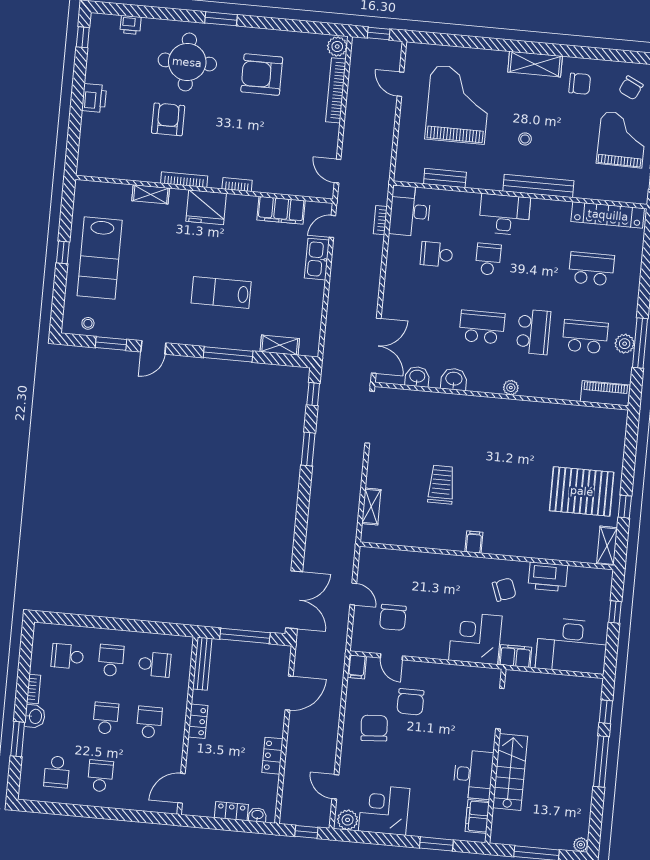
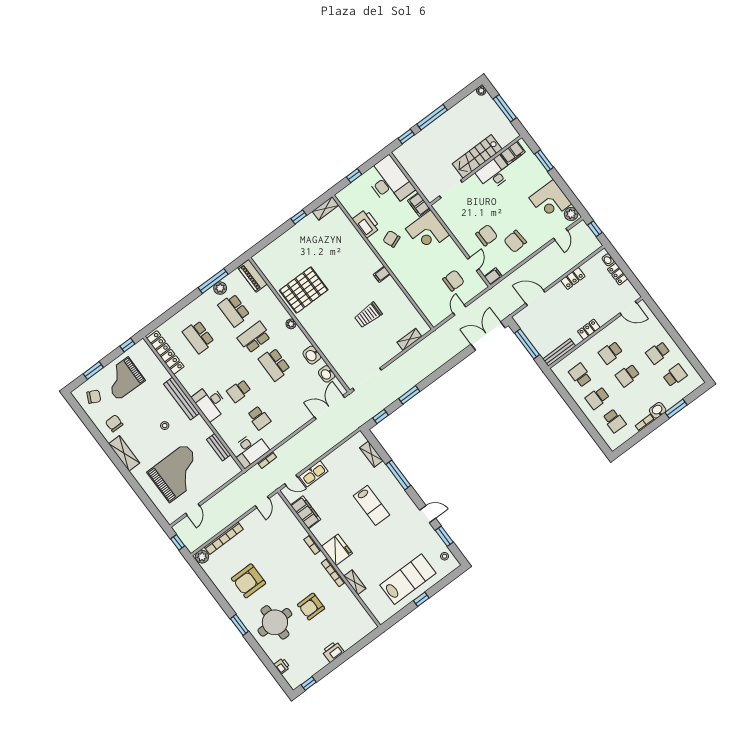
armchair: (262, 75) -> (249, 581), turned 90
grand piano: (458, 105) -> (177, 473), turned 180
pallet: (582, 491) -> (304, 290), moved, turned 90

